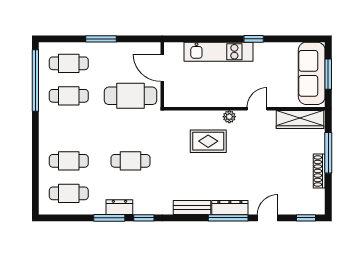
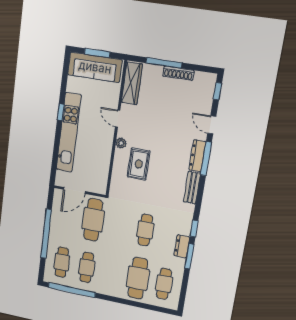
window: (101, 39) -> (46, 234), width x2.11
kitchen unit: (218, 52) -> (69, 133), width x1.36
cafe table: (69, 161) -> (138, 278), width x1.37, depth x1.35

